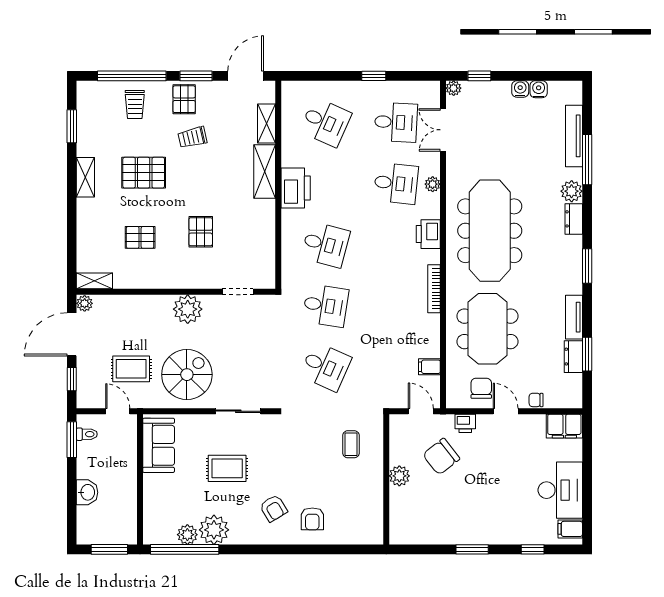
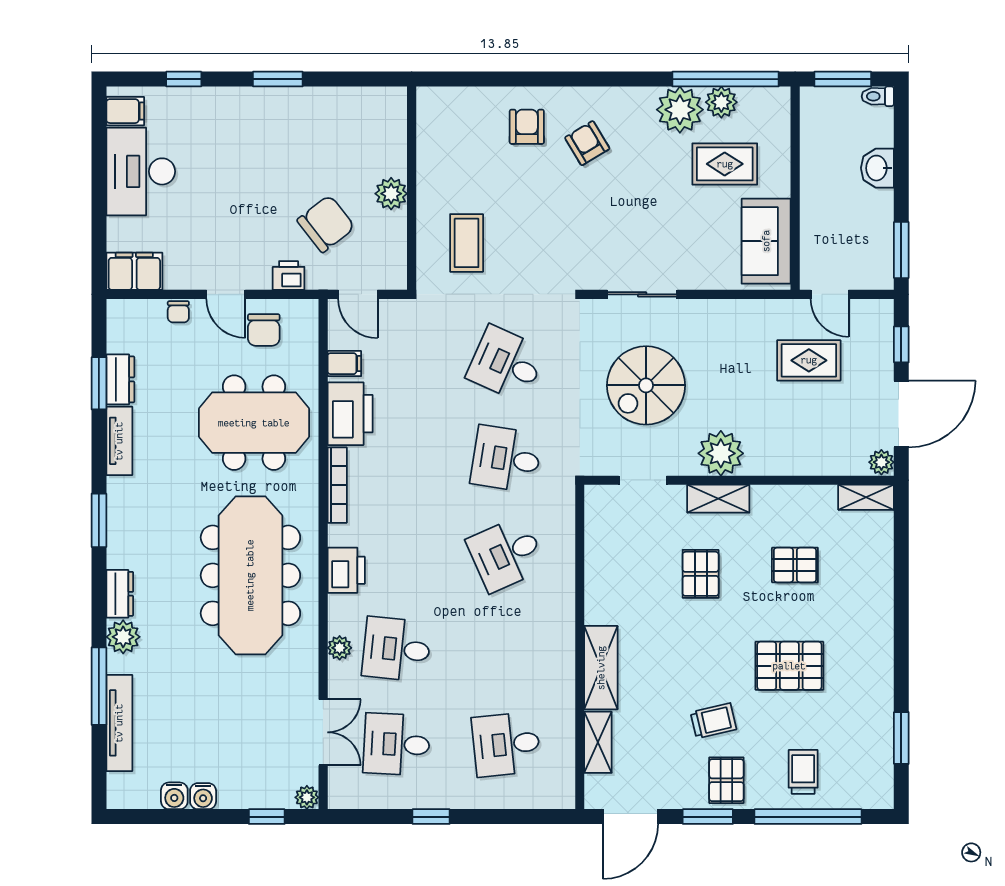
desk: (325, 122) -> (506, 744), turned -30
shelving: (85, 177) -> (718, 499), moved, turned 90
printer: (296, 188) -> (350, 414), moved, turned 180
desk: (325, 244) -> (506, 554), turned -39
meeting table: (487, 329) -> (254, 423), turned 90
spiral stairs: (187, 375) -> (646, 385), moved
chair: (536, 400) -> (178, 312), turned 90
toilet: (87, 434) -> (878, 96), moved
coffee table: (351, 444) -> (467, 243), width x1.36, depth x1.30
rug: (227, 468) -> (725, 164), moved

